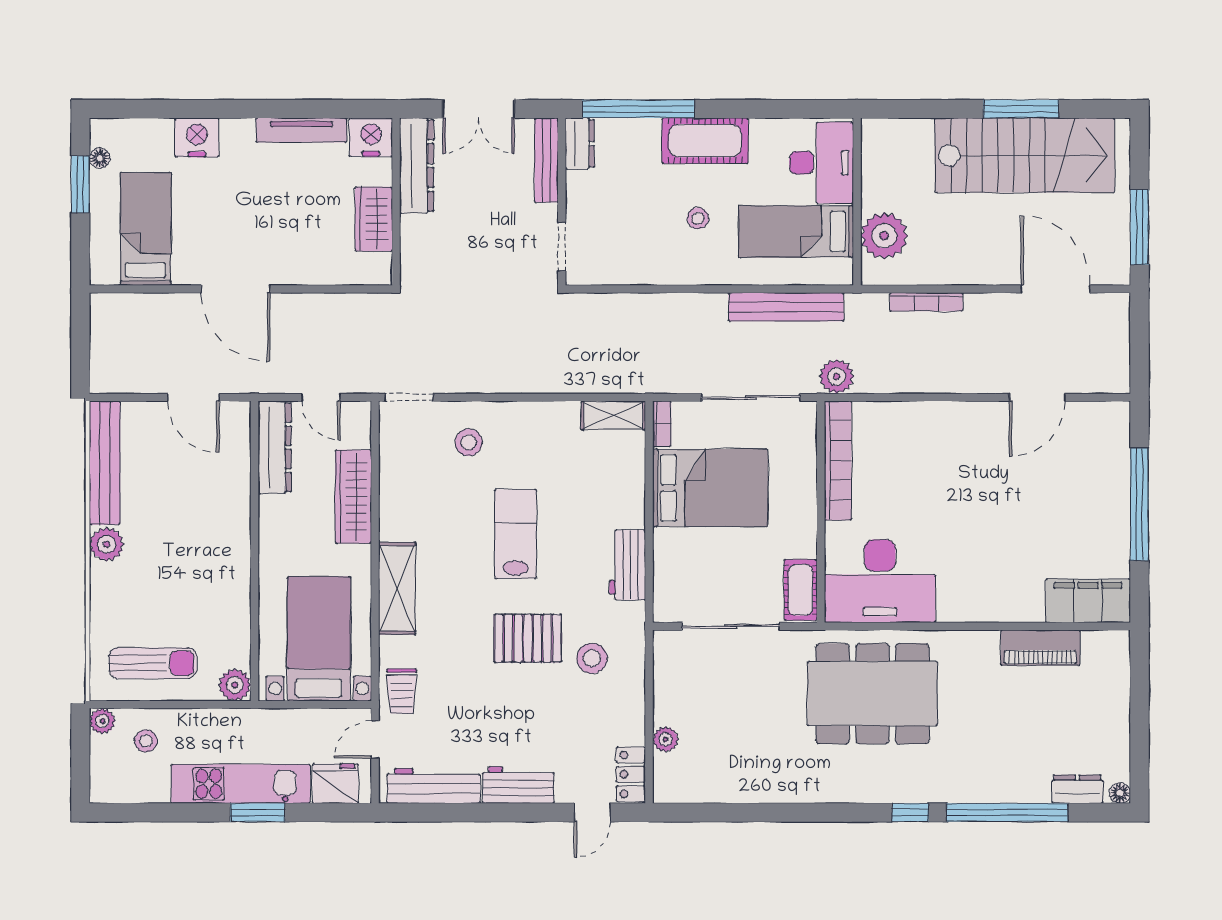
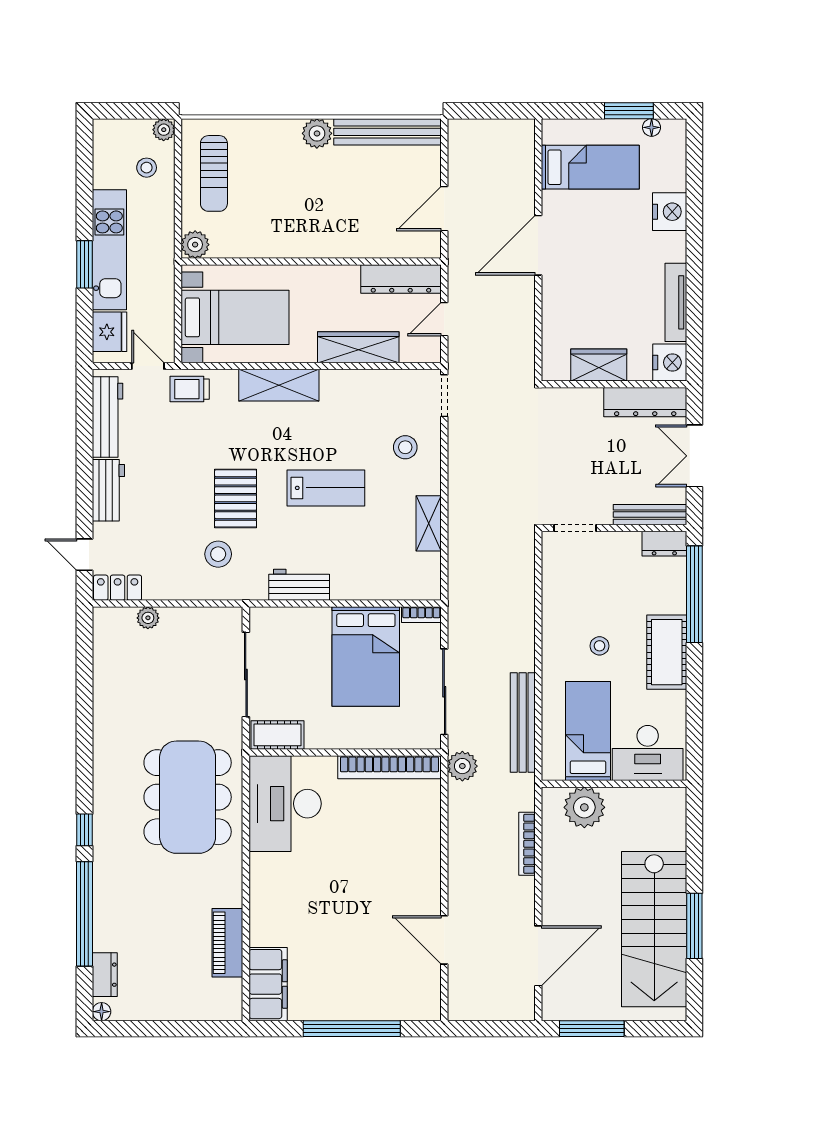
shelving: (613, 415) -> (429, 523), moved

